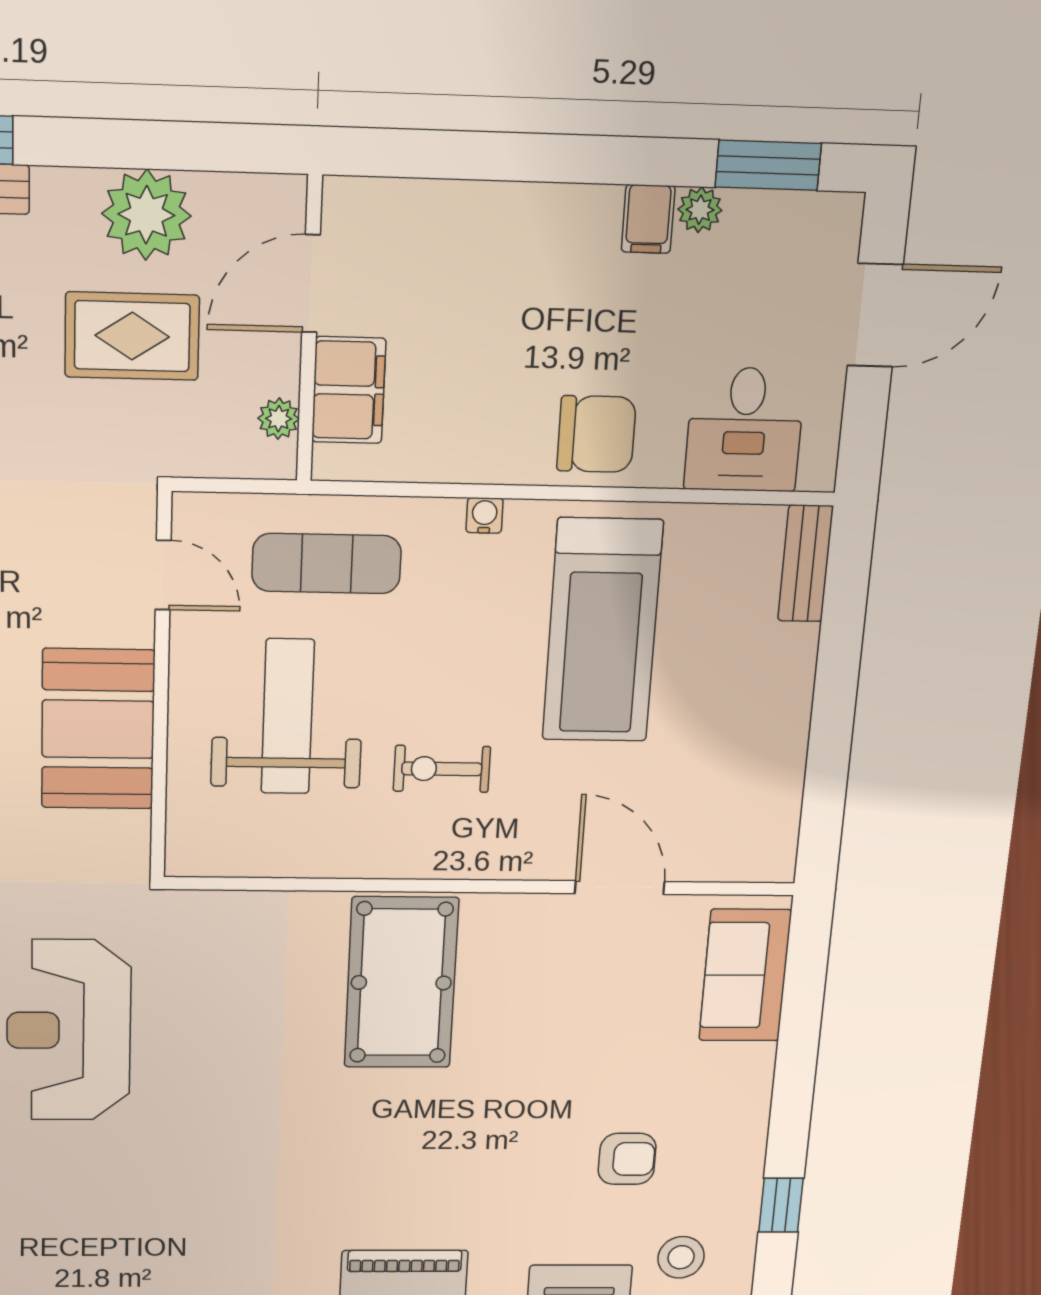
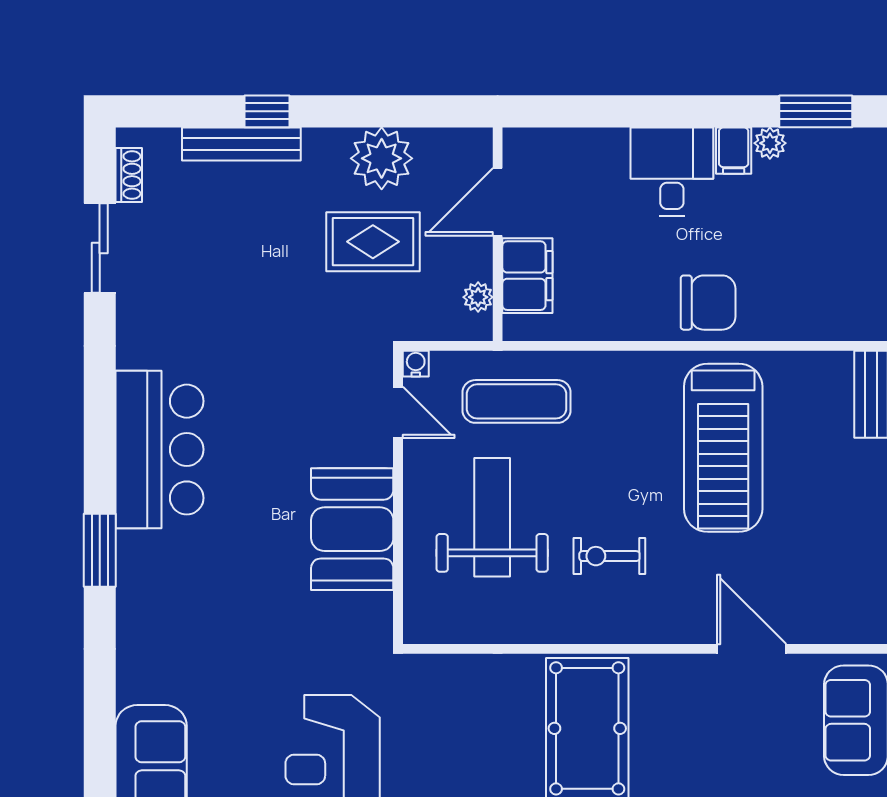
desk: (745, 429) -> (672, 172), moved, turned 180
water cooler: (485, 515) -> (416, 364), moved

